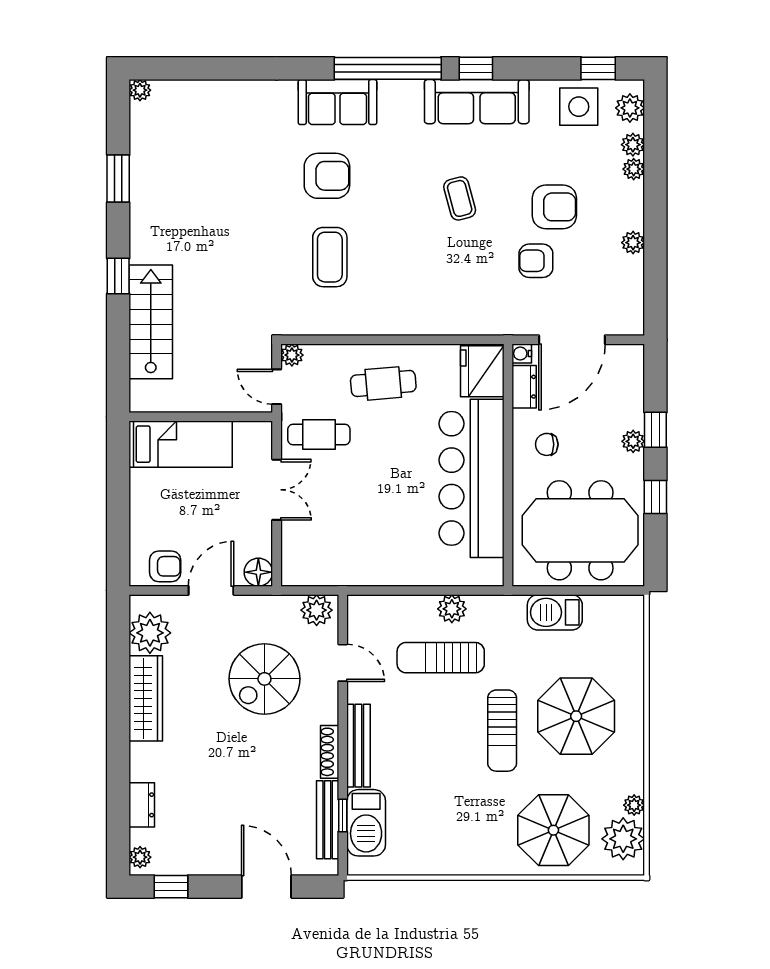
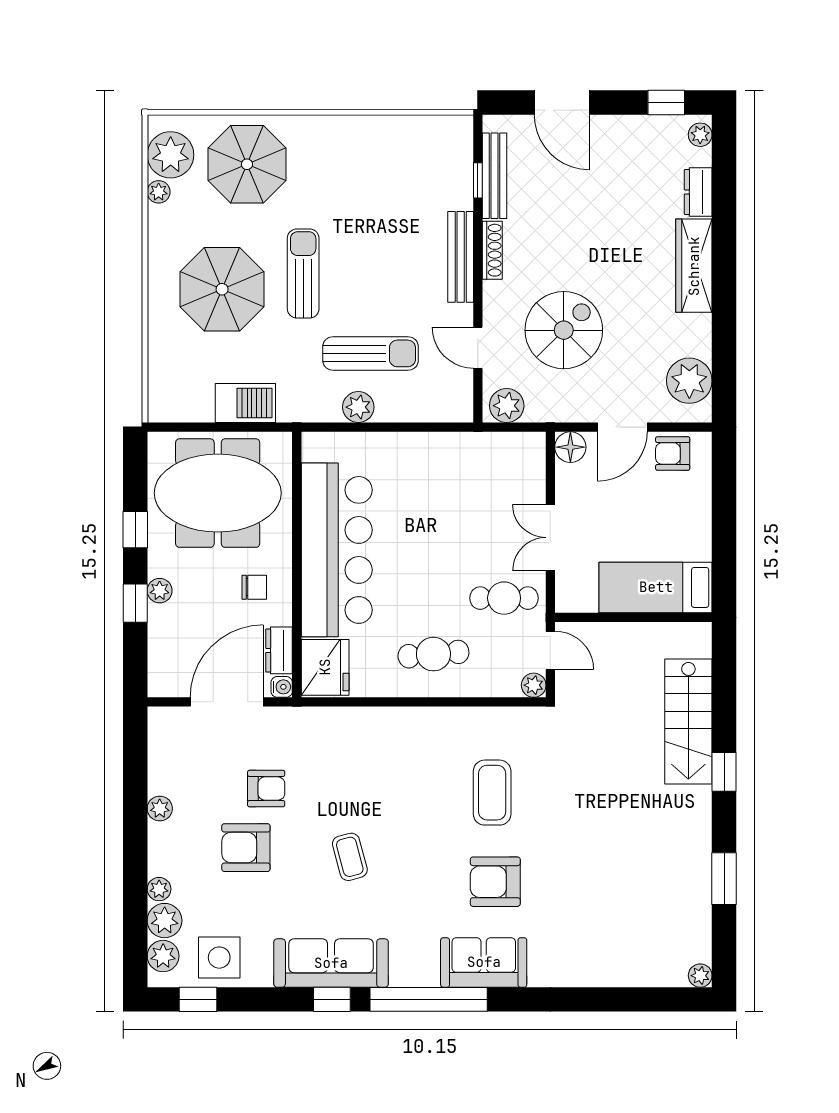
plant: (633, 145) -> (165, 921), width x1.38, depth x1.38
wardrobe: (146, 698) -> (694, 266), moved
barbecue: (366, 823) -> (452, 172), removed

